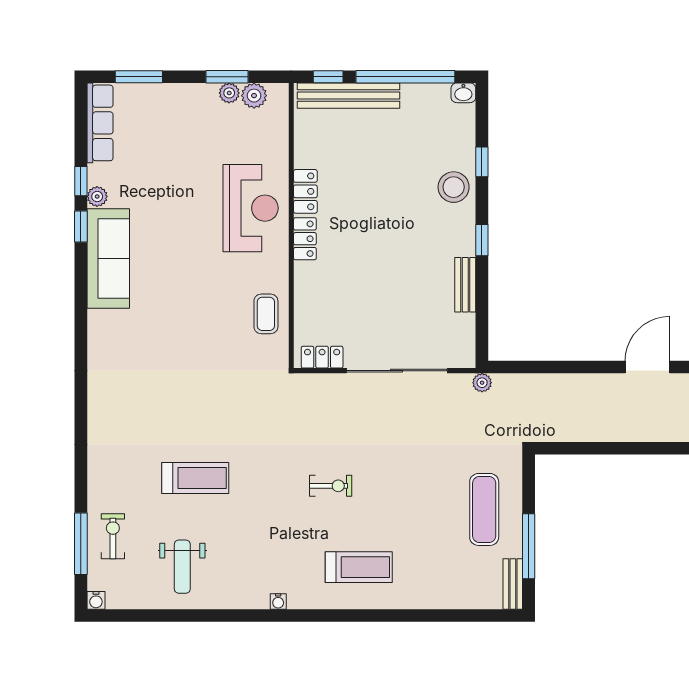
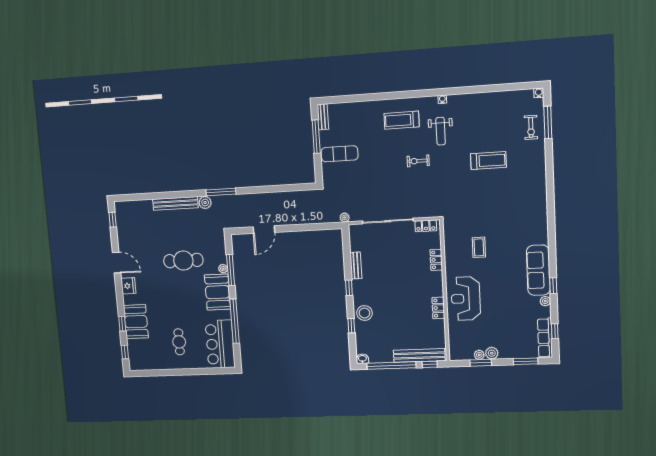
plant: (254, 96) -> (492, 353), moved
window: (81, 181) -> (555, 331), moved
locker: (305, 239) -> (436, 260), moved
coffee table: (266, 314) -> (479, 247), moved
treadmill: (195, 478) -> (488, 161), turned 180
exercise mat: (484, 509) -> (340, 154), turned 90
weight bench: (182, 567) -> (441, 131), moved, turned 180

